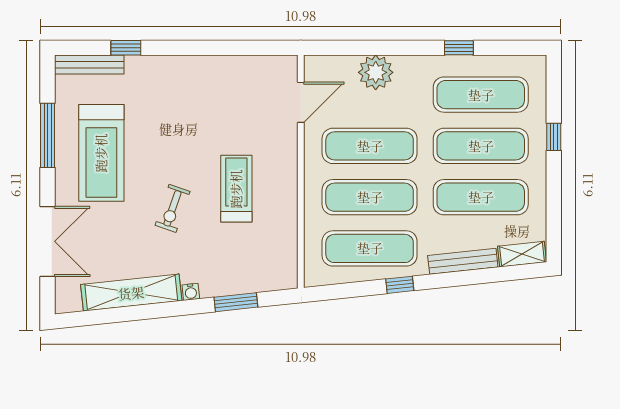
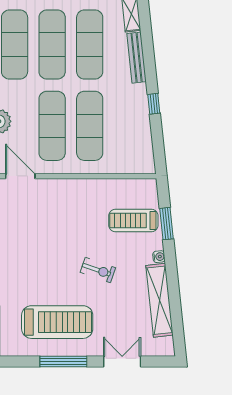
window: (48, 135) -> (63, 361), moved
treadmill: (236, 189) -> (133, 220), moved
double door: (48, 241) -> (122, 361), width x0.73
exercise mat: (370, 248) -> (127, 126), removed

